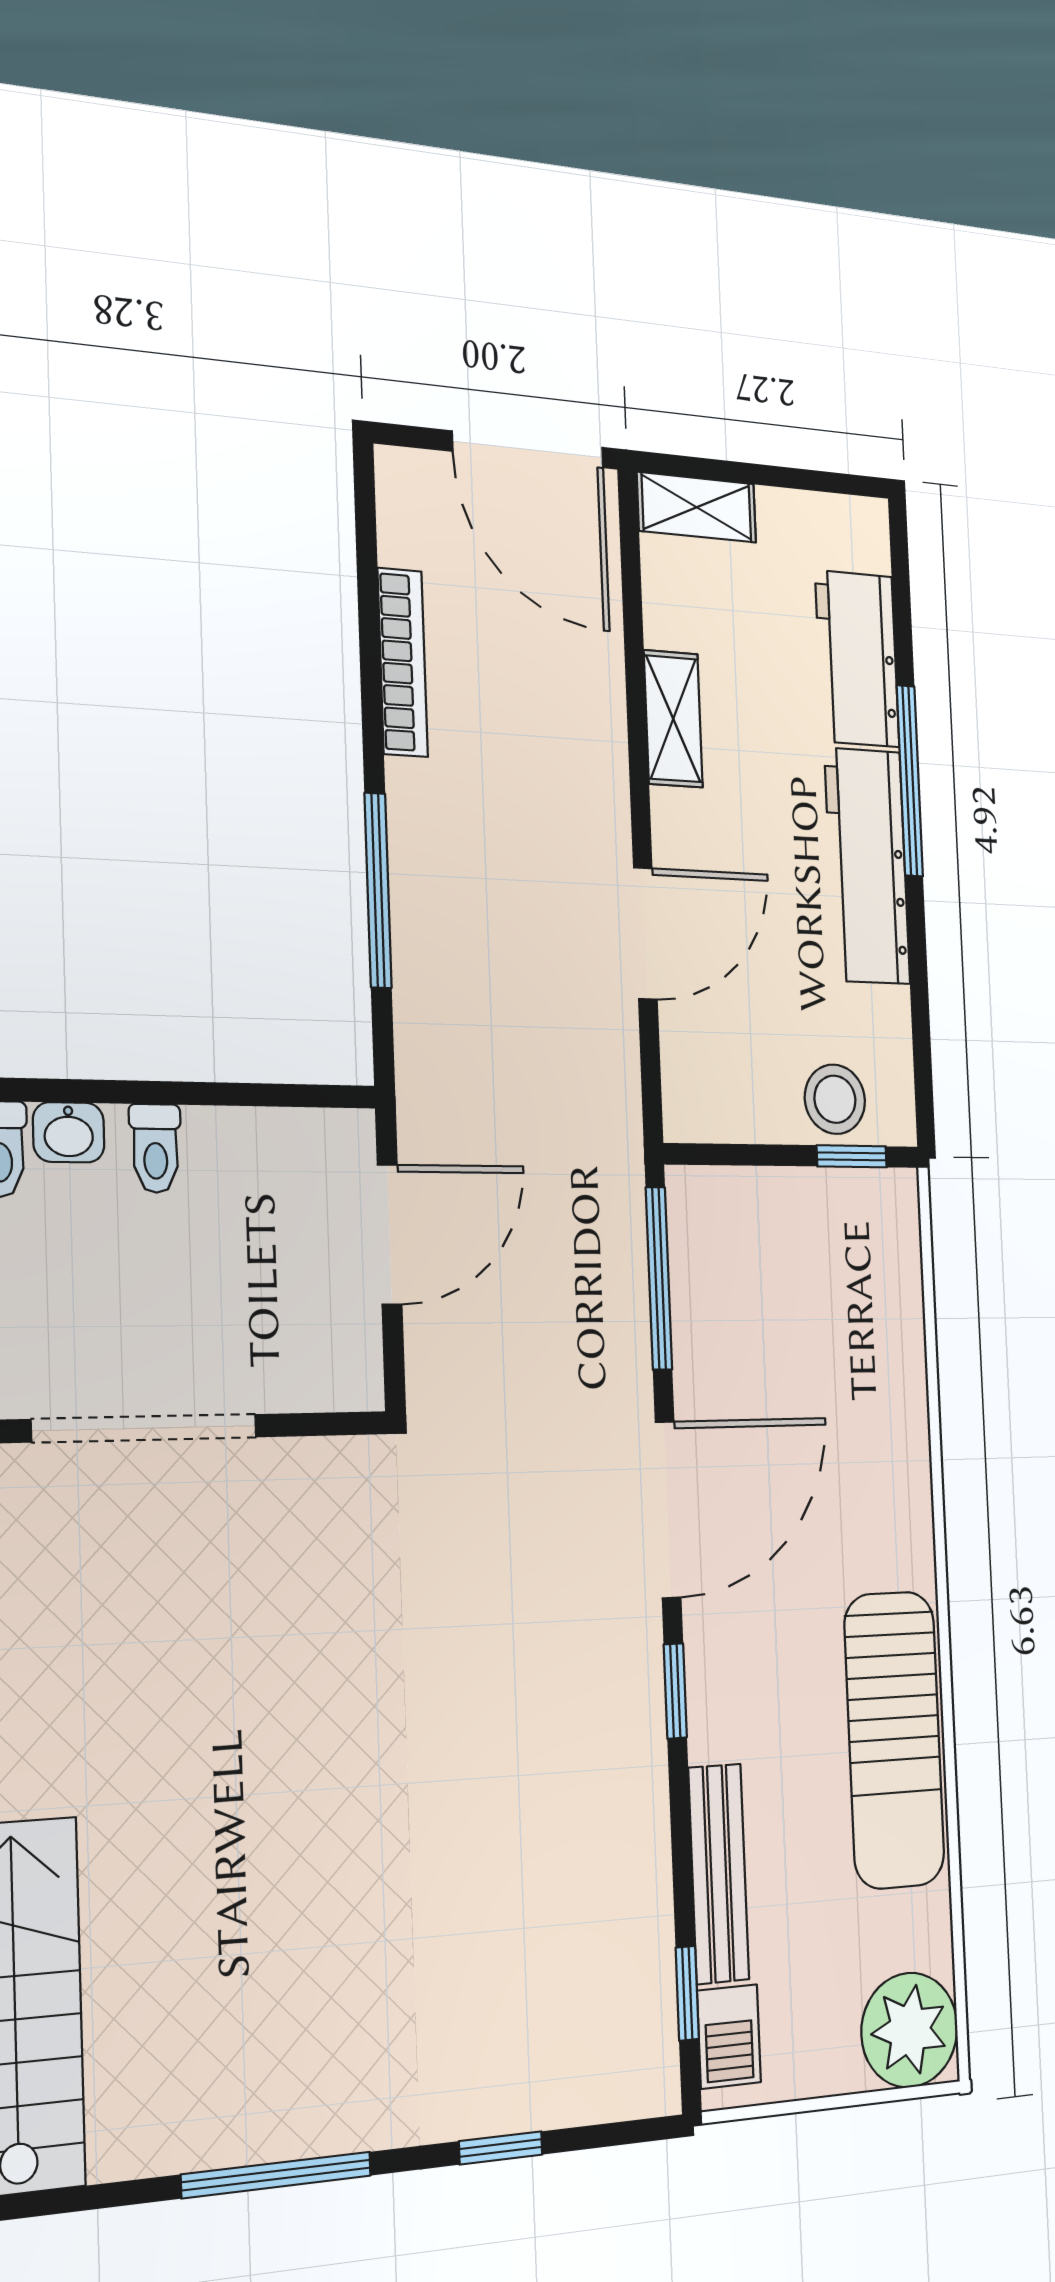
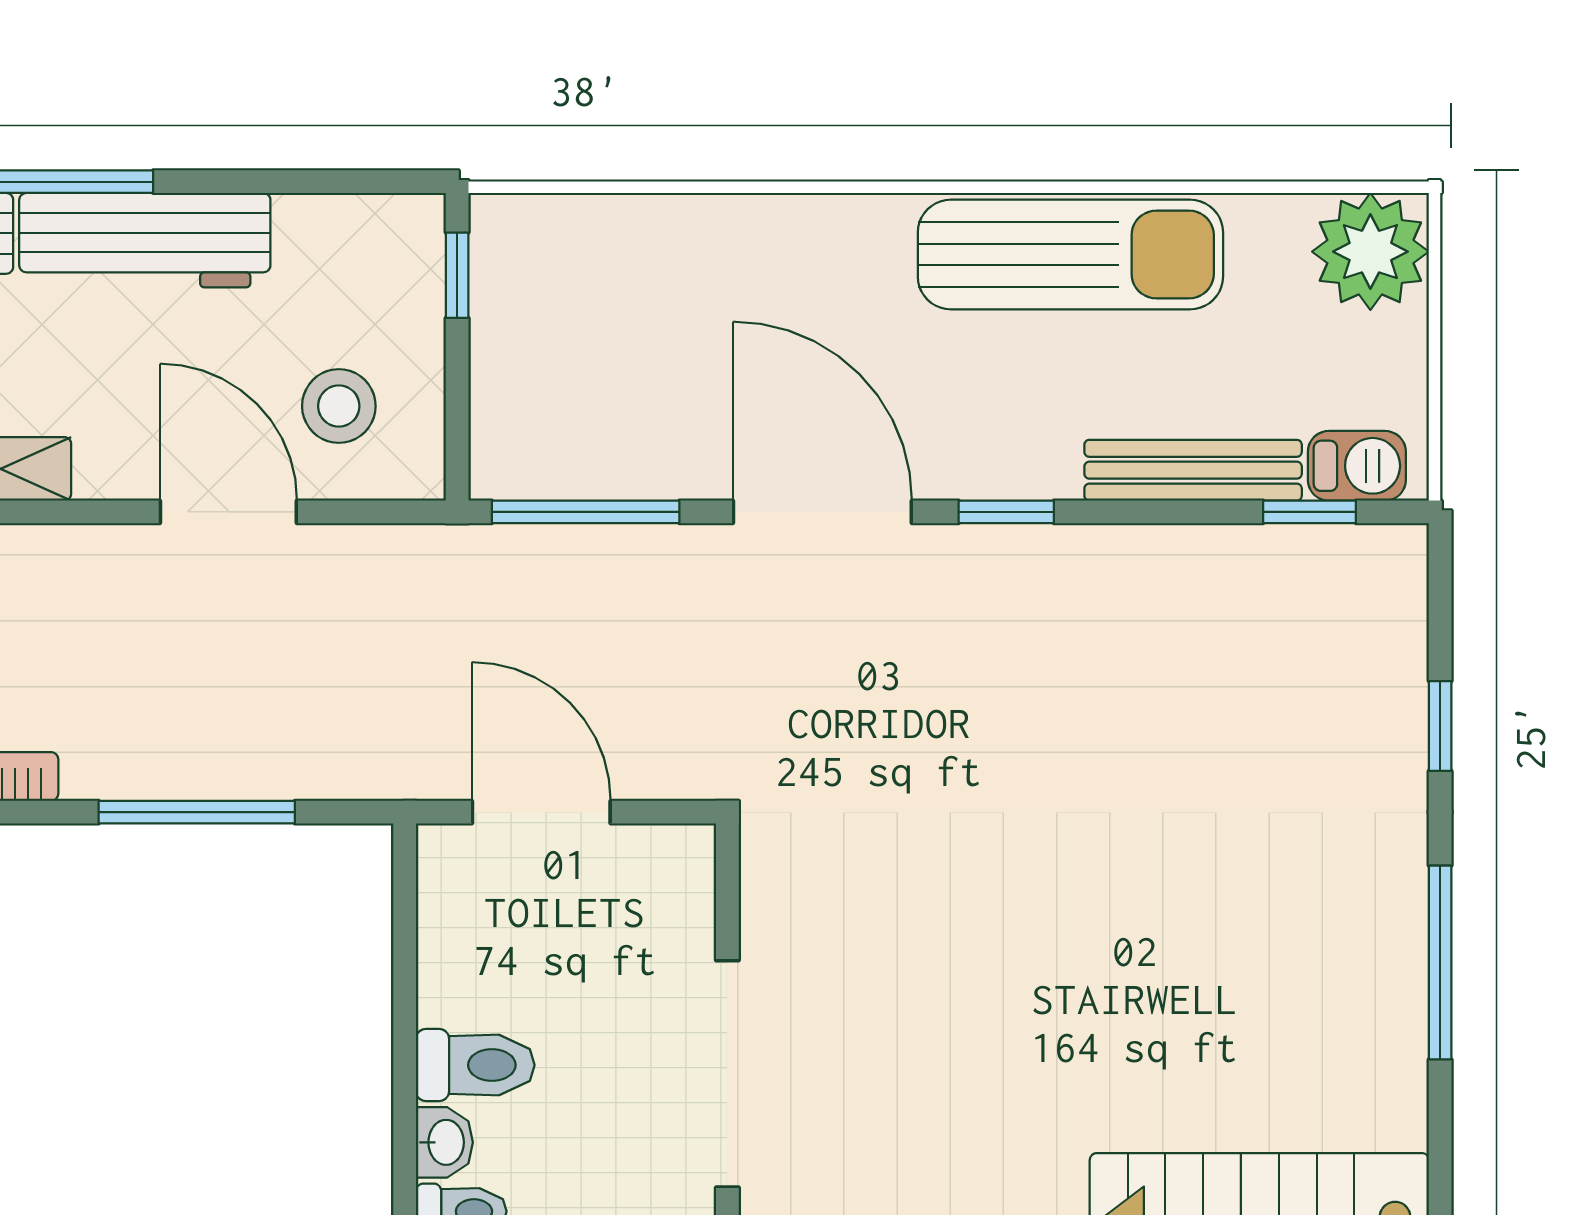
stool: (835, 1099) -> (339, 406), moved
toilet: (155, 1148) -> (475, 1065), width x1.37, depth x1.39

